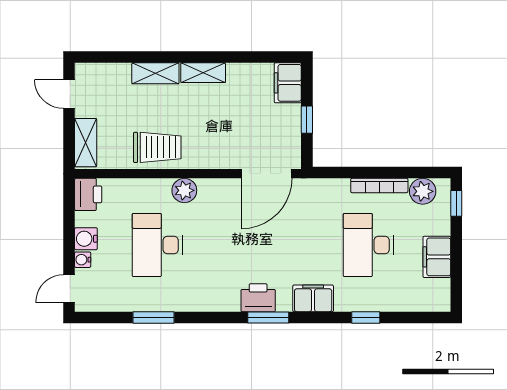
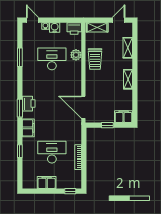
shelving: (155, 73) -> (128, 48), moved
plant: (184, 190) -> (76, 55), moved
plant: (423, 191) -> (76, 176), removed

